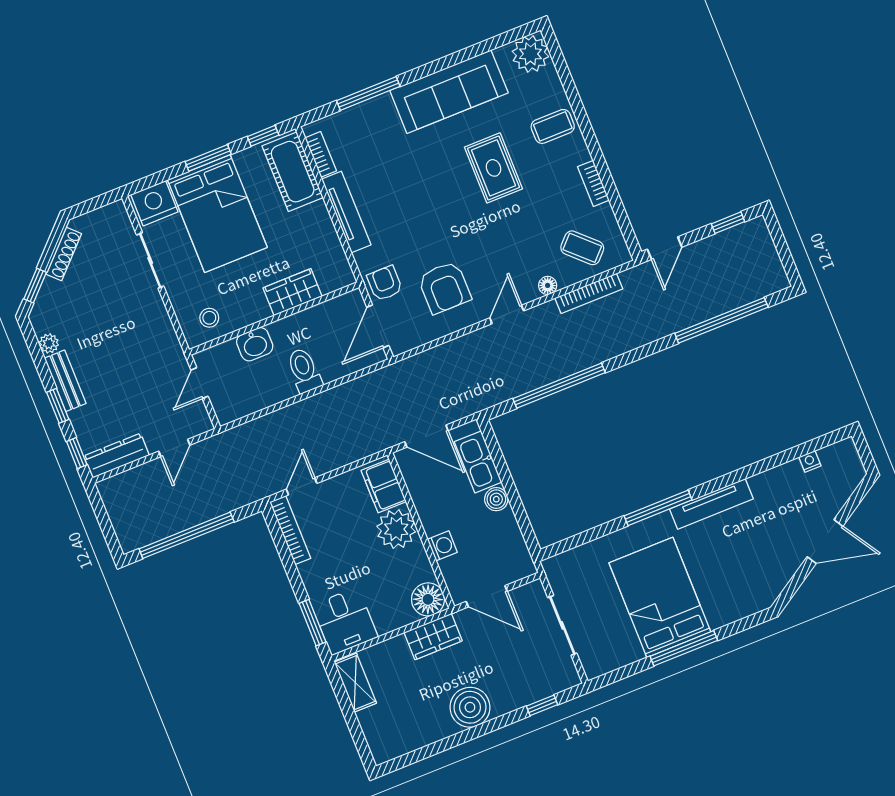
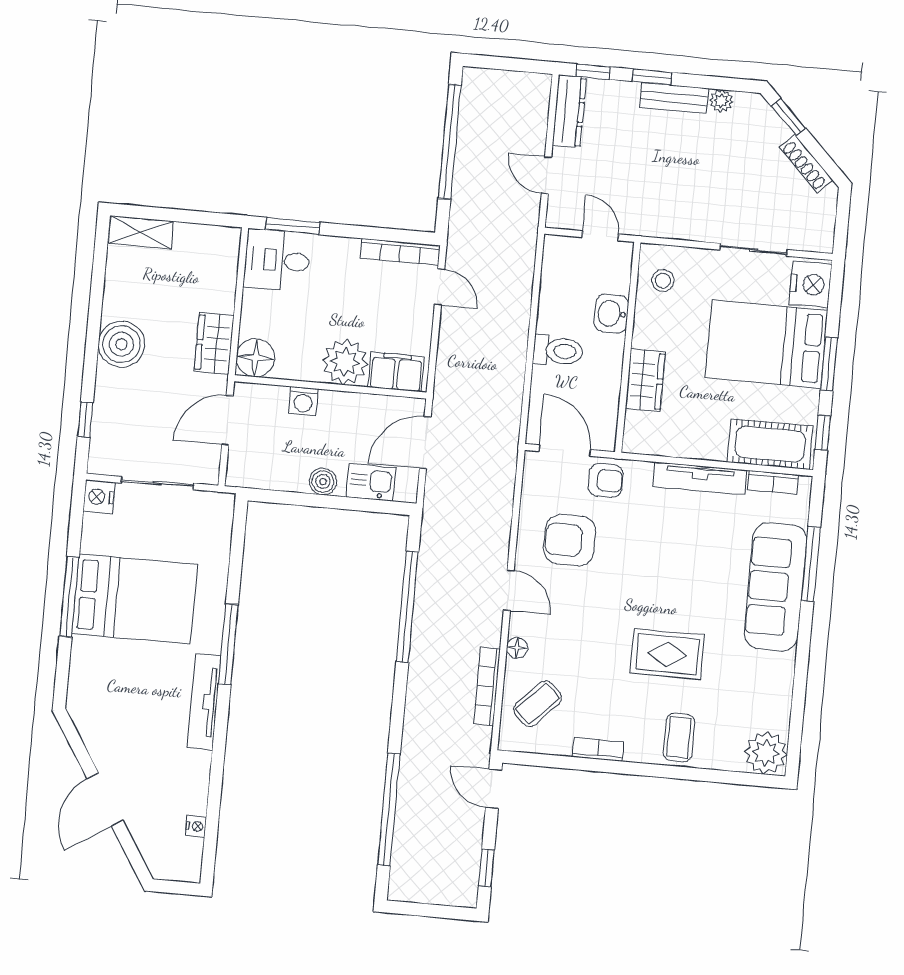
sofa: (449, 92) -> (776, 587), moved
kitchen sink: (478, 462) -> (371, 482), width x0.73
nightstand: (596, 665) -> (99, 497), added
shelving: (355, 683) -> (141, 232), moved

